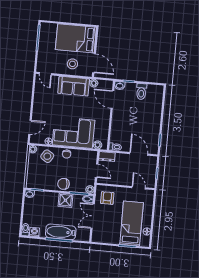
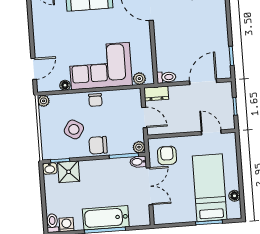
door: (139, 154) -> (203, 82), hinge flipped
side table: (47, 156) -> (74, 129), moved
shower: (65, 200) -> (69, 172), moved
double door: (92, 216) -> (149, 186), swing flipped

